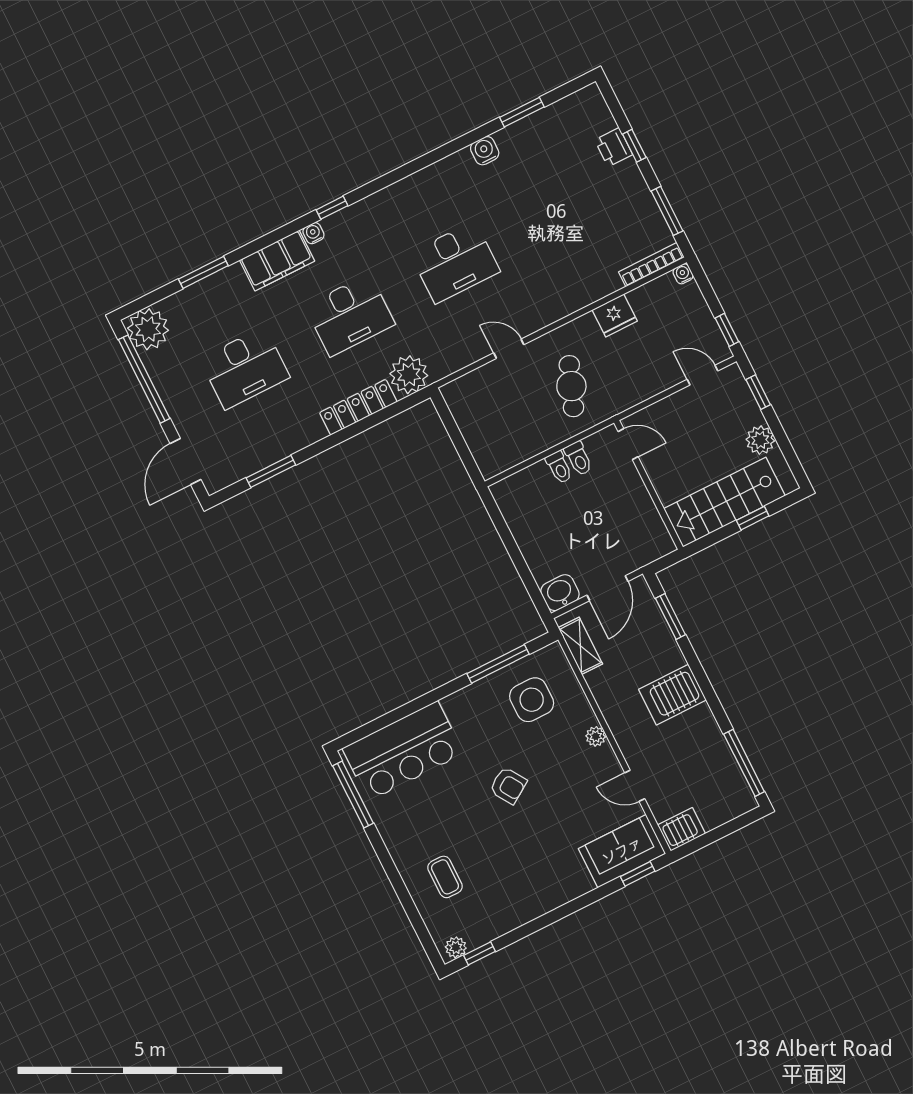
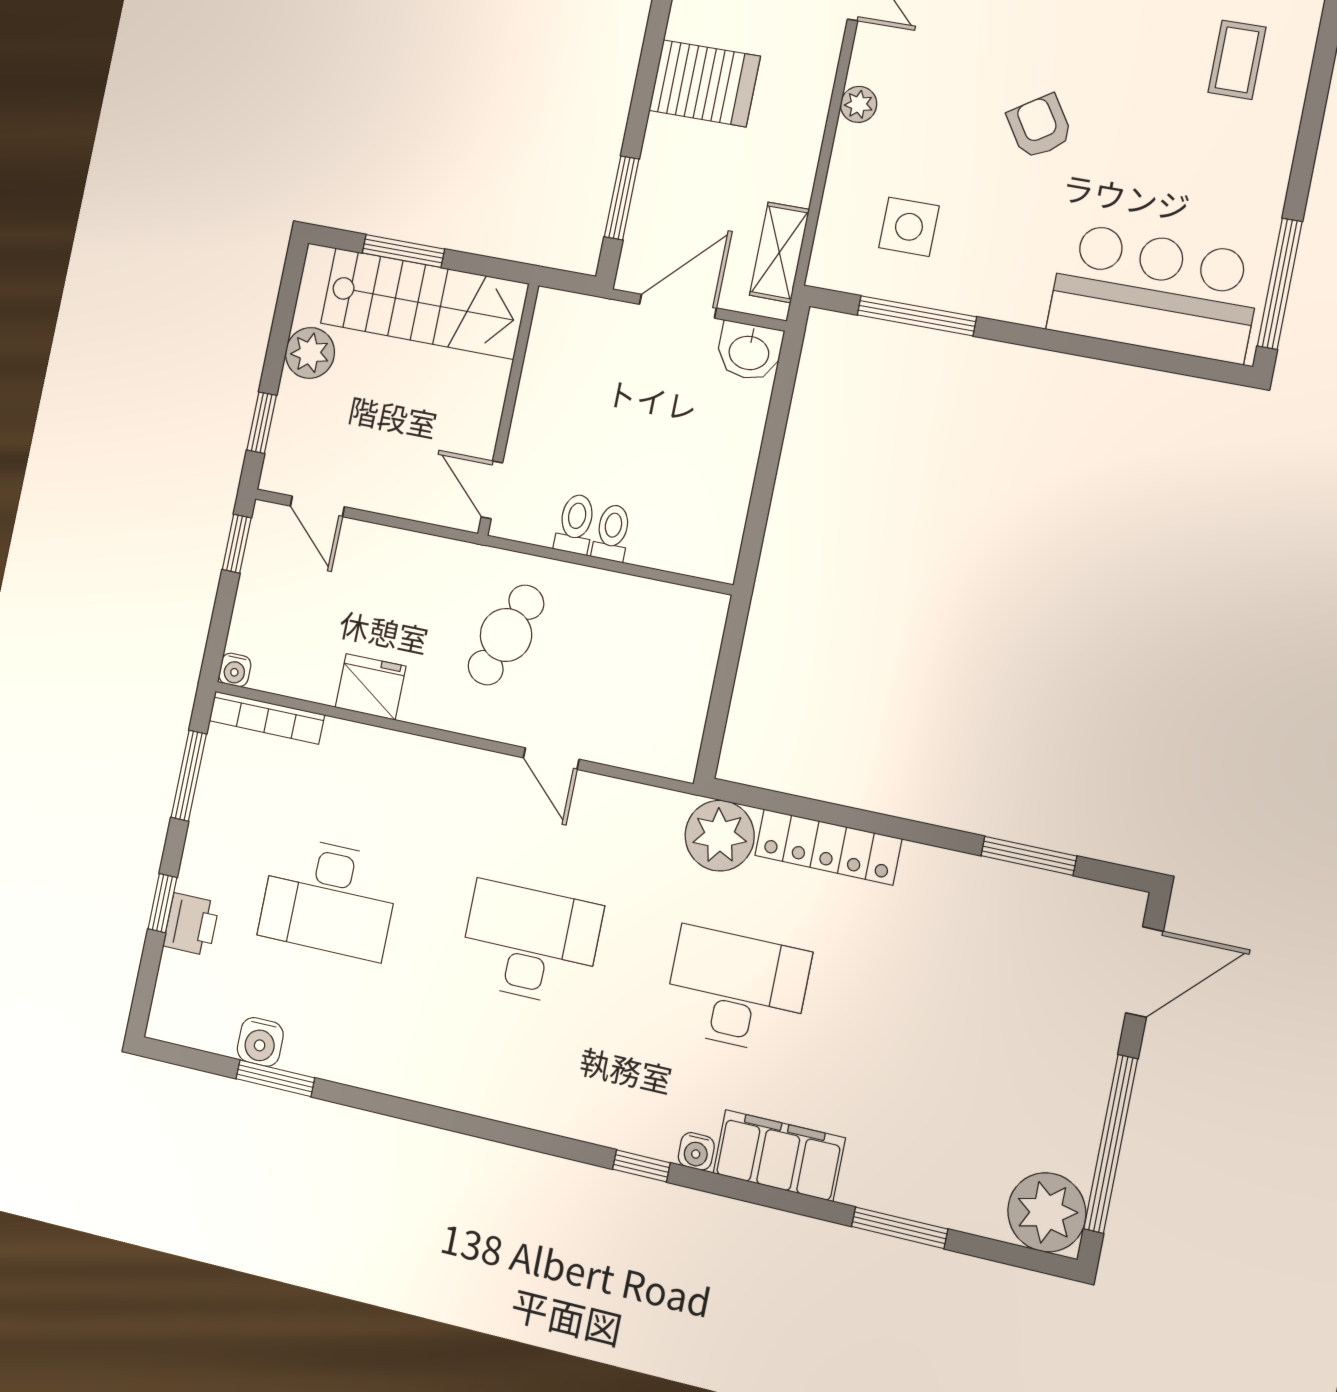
water cooler: (485, 151) -> (260, 1042), moved
desk: (245, 368) -> (329, 898), moved, turned 180
window: (753, 518) -> (403, 251), width x1.50
side table: (532, 700) -> (909, 227), width x0.73, depth x0.73

